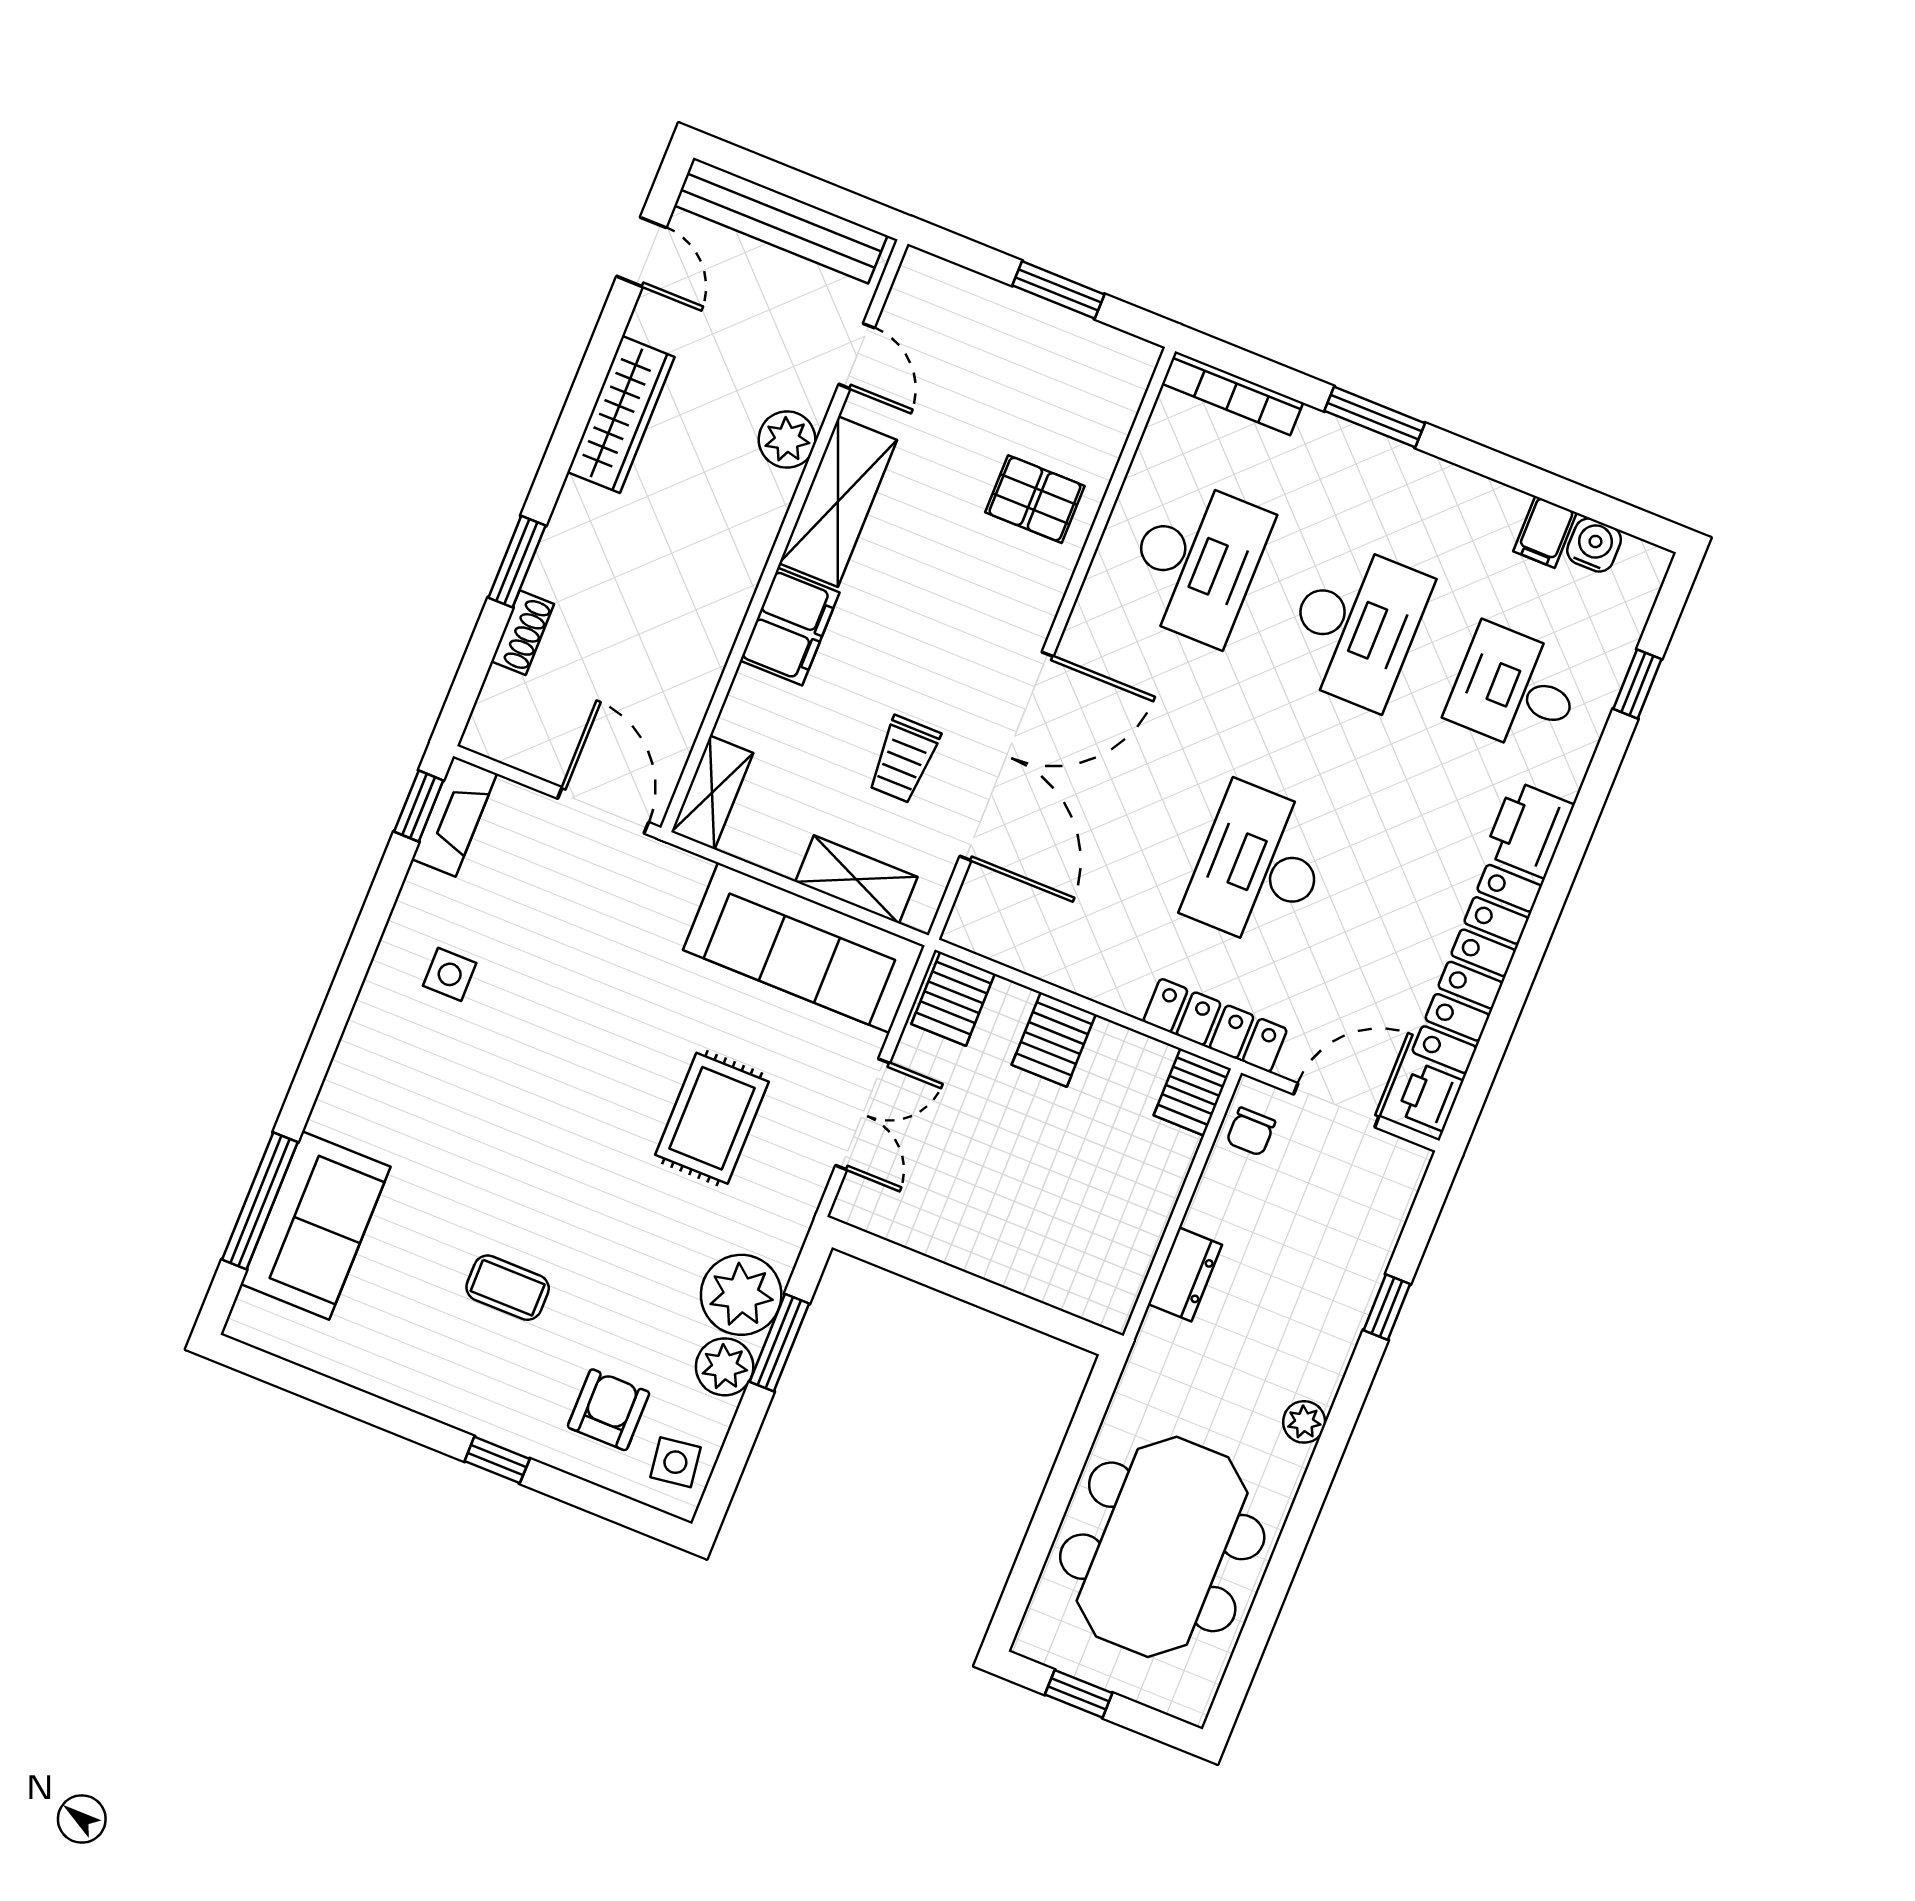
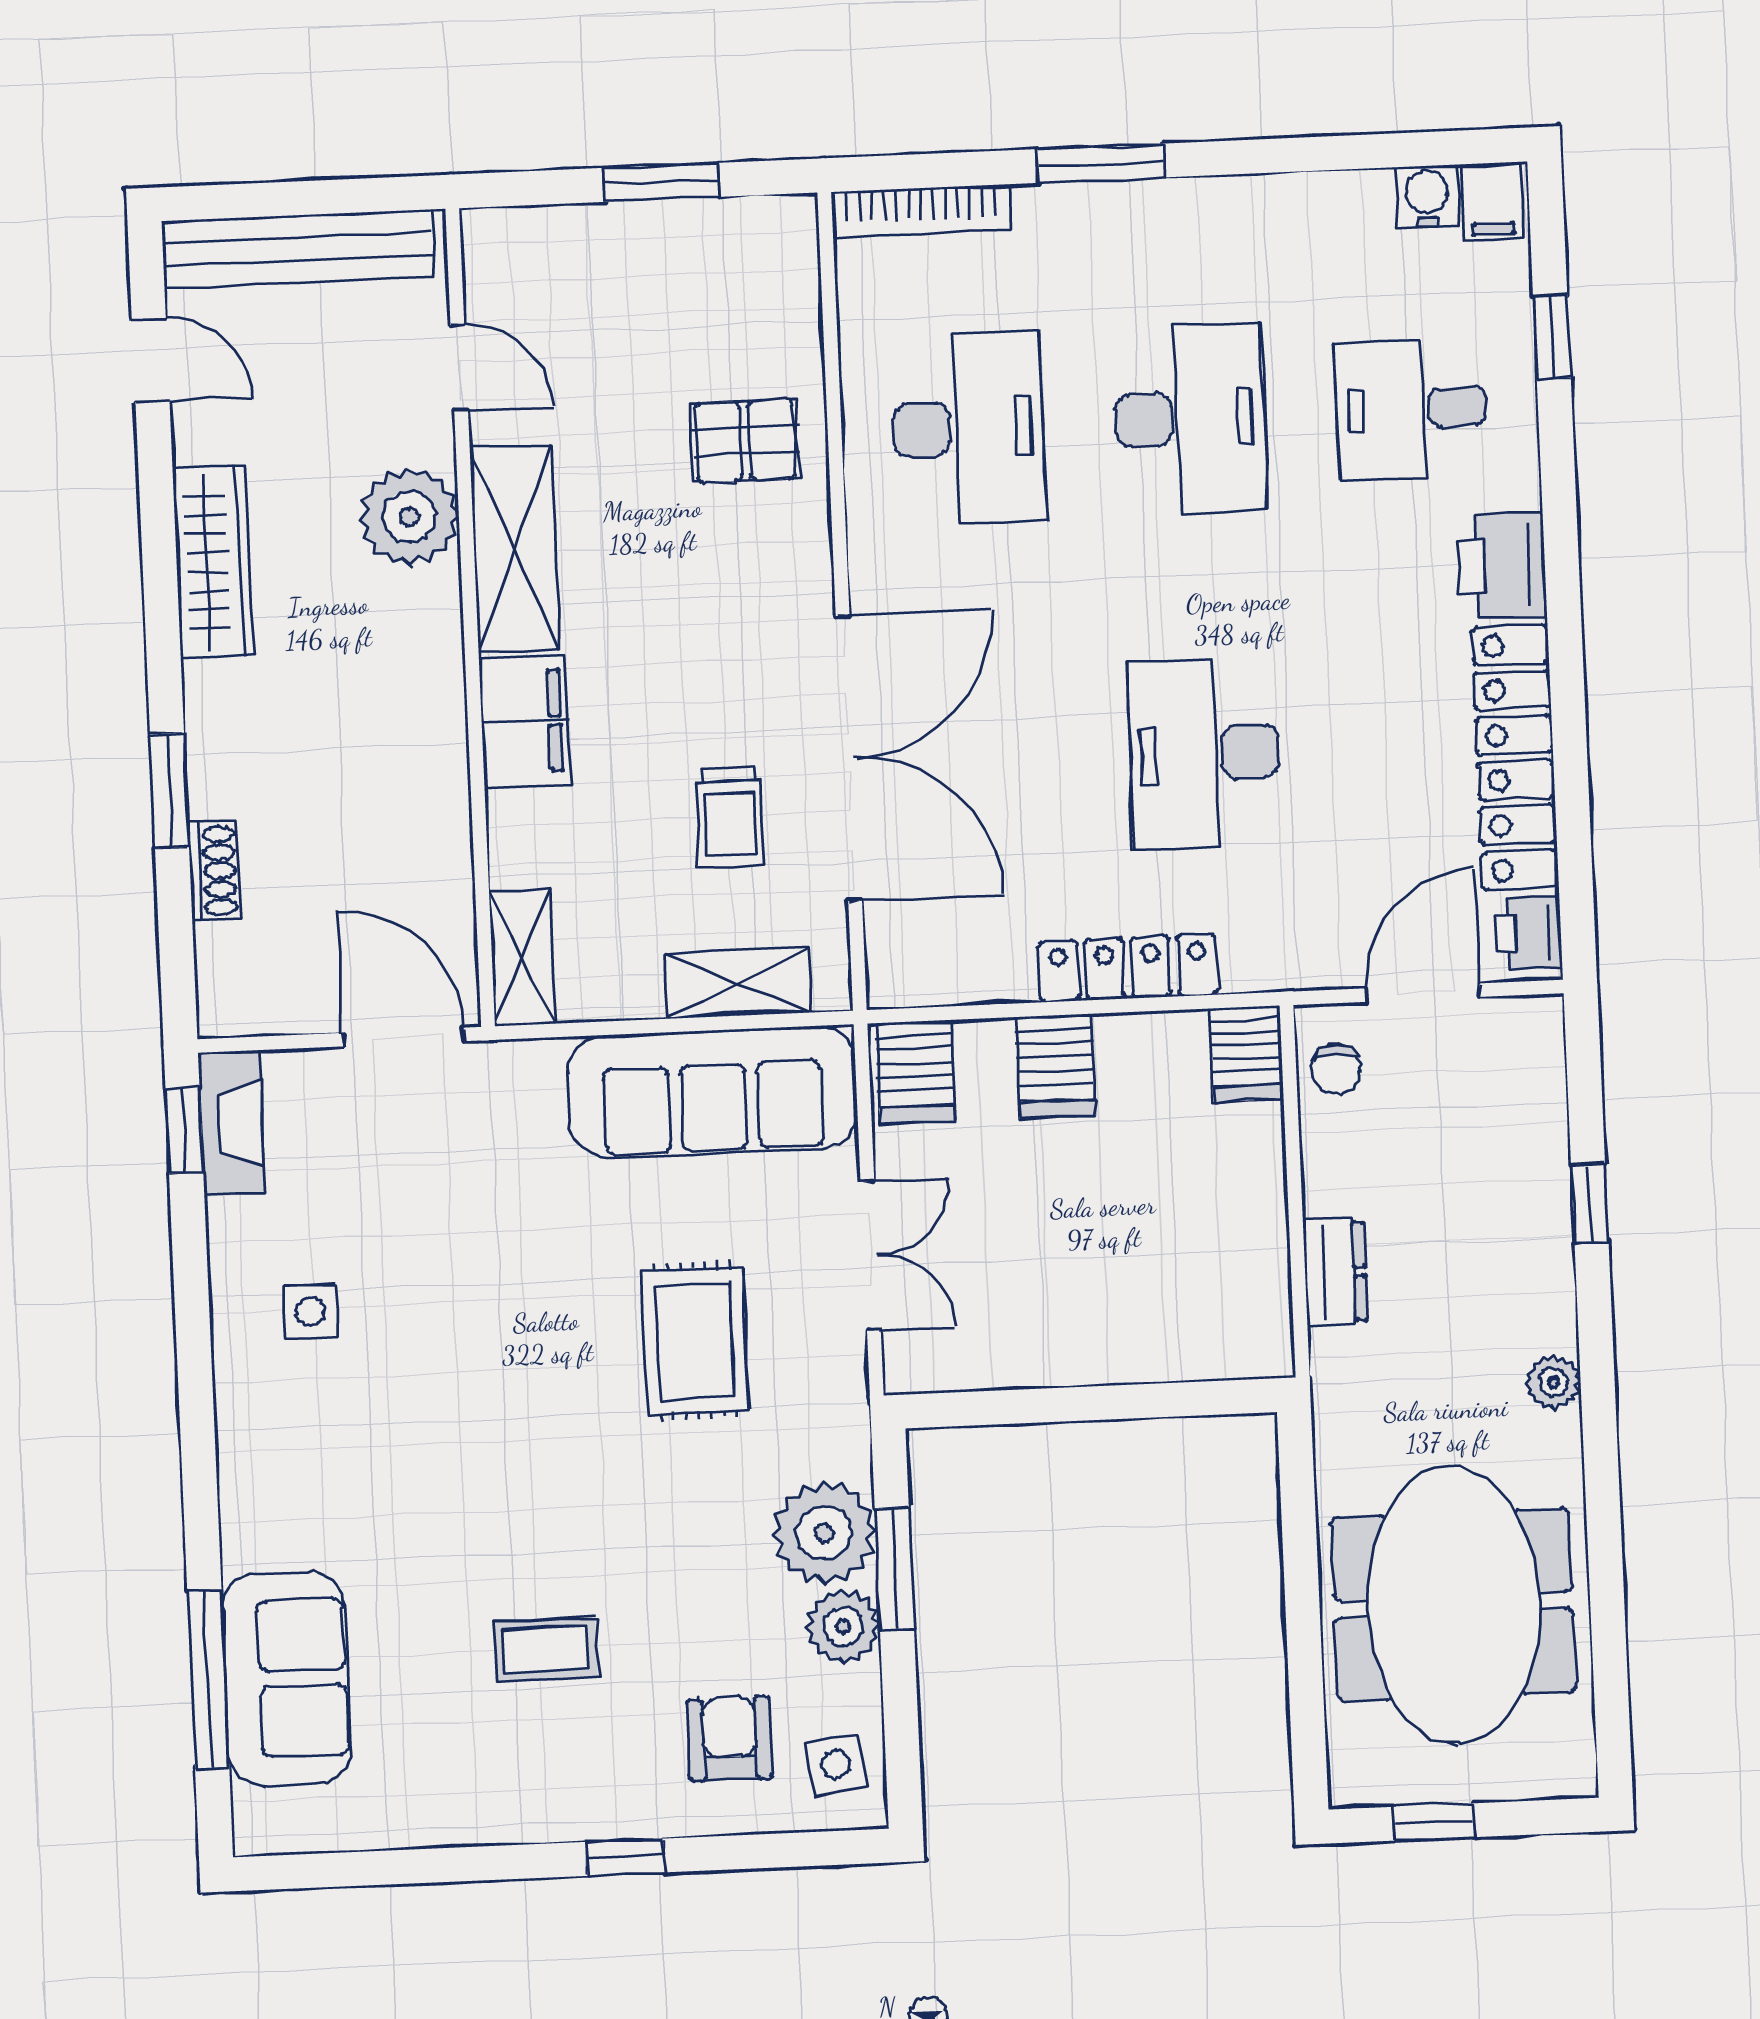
plant: (787, 439) -> (409, 517), width x1.36, depth x1.36
filing cabinet: (1545, 532) -> (1492, 202), moved
locker: (1215, 1025) -> (1128, 968), moved

